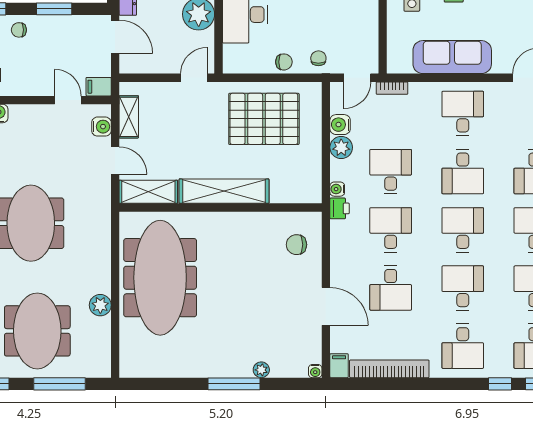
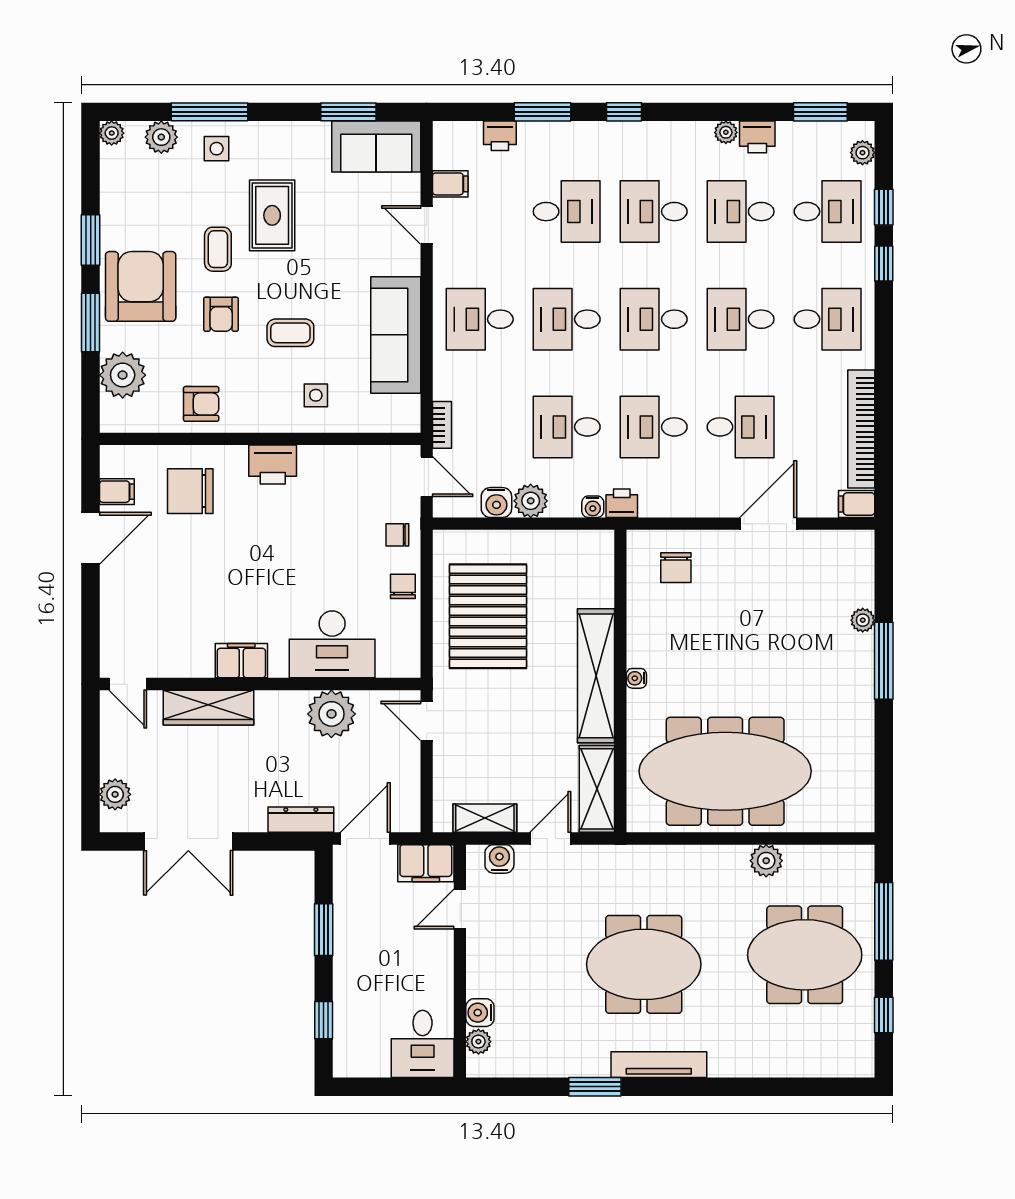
chair: (19, 30) -> (355, 982), removed
filing cabinet: (99, 87) -> (426, 863), width x2.00
desk: (463, 172) -> (567, 319), turned 180
water cooler: (315, 371) -> (636, 678), moved, turned 180

